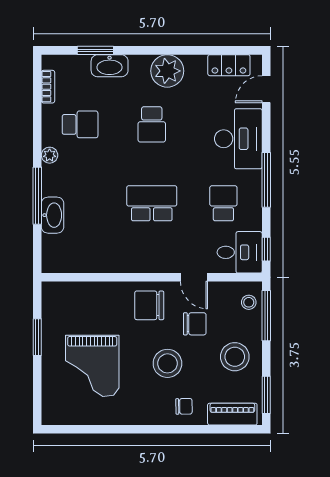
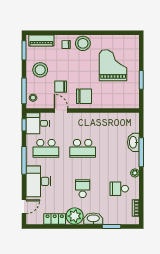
locker: (229, 65) -> (55, 219), moved
washbasin: (110, 66) -> (93, 219), moved
school desk: (223, 203) -> (46, 148), width x1.85
stool: (167, 363) -> (83, 43), moved

